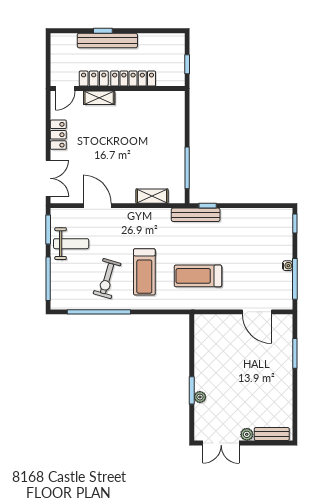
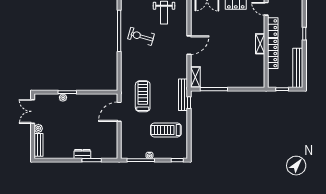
bench: (107, 41) -> (298, 68), moved
shelving: (99, 98) -> (260, 44), moved
shelving: (152, 196) -> (195, 77), moved
door: (97, 206) -> (189, 45), moved
treadmill: (144, 272) -> (166, 130), moved
door: (257, 312) -> (119, 112), moved
dresser: (285, 367) -> (82, 154), added

